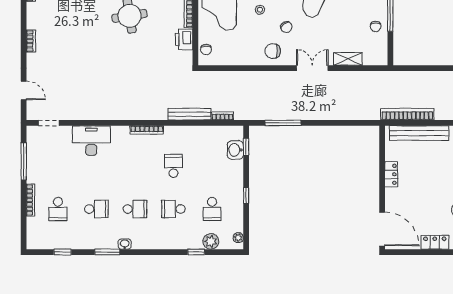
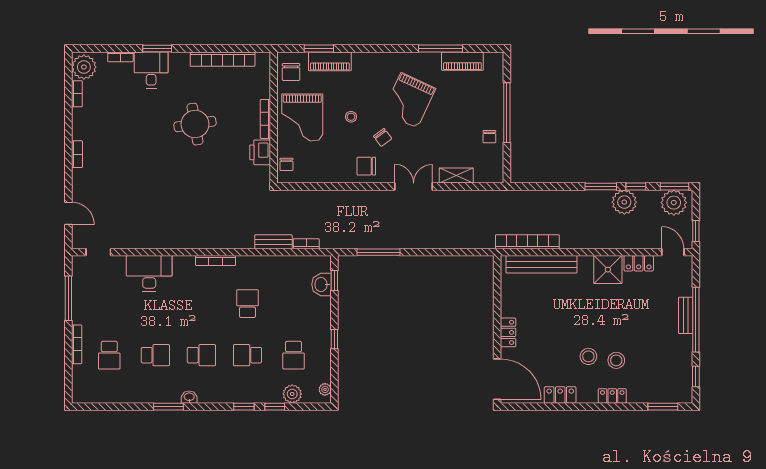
bench: (189, 114) -> (273, 242), width x0.73
locker: (391, 174) -> (508, 332), moved
window: (62, 252) -> (244, 407), moved

